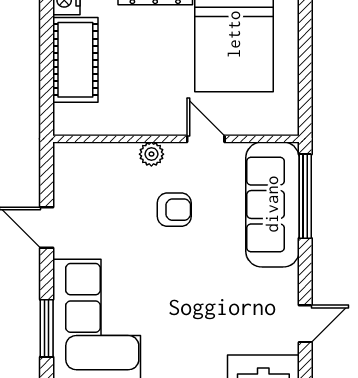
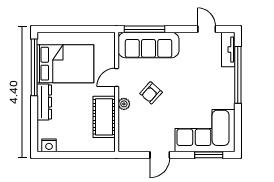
cot: (75, 60) -> (104, 117), moved, turned 90
armchair: (174, 210) -> (151, 93), turned -138

